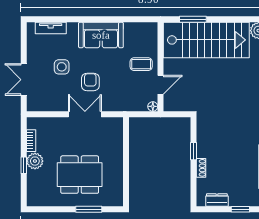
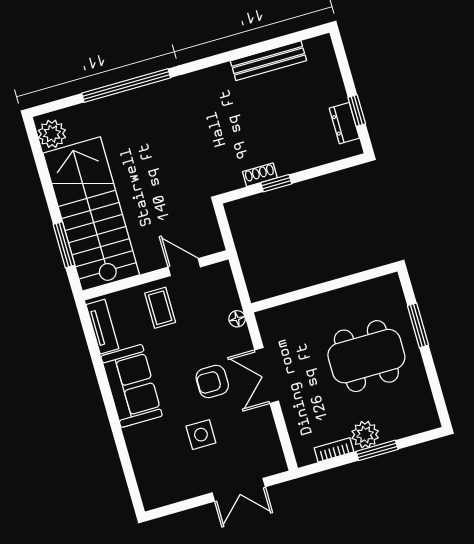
tv unit: (51, 28) -> (102, 327), moved
floor lamp: (153, 106) -> (237, 319), moved
window: (24, 165) -> (377, 450), width x1.50
shoe rack: (201, 168) -> (260, 175), moved
dining table: (80, 175) -> (366, 356), turned 90
window: (240, 209) -> (357, 111), moved

